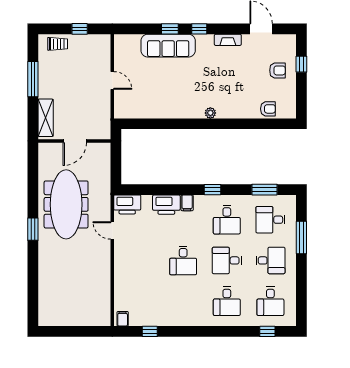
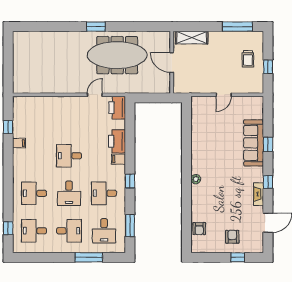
window: (199, 29) -> (268, 182), moved
trolley: (58, 44) -> (248, 59), moved
armchair: (277, 70) -> (232, 237), turned 180
window: (33, 79) -> (237, 27), moved
desk: (270, 220) -> (104, 231), turned 180
desk: (227, 260) -> (69, 193), turned 180
desk: (270, 260) -> (69, 231), turned -90
filing cabinet: (123, 319) -> (19, 143), moved

